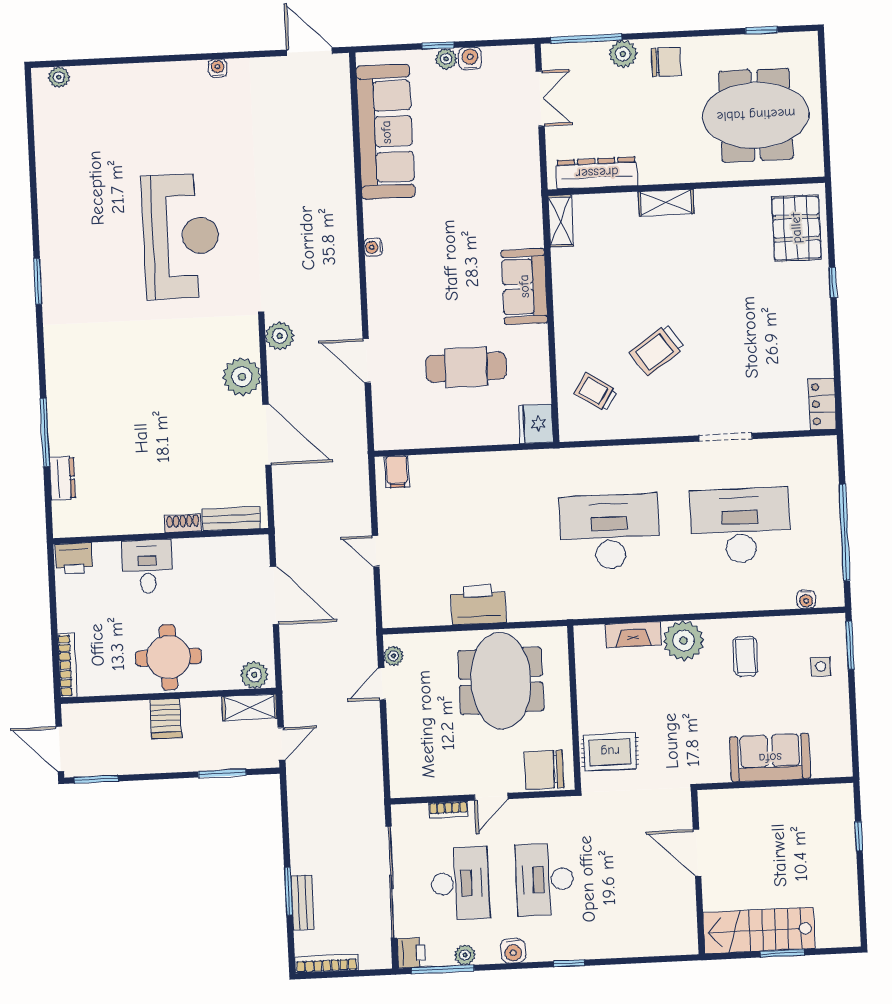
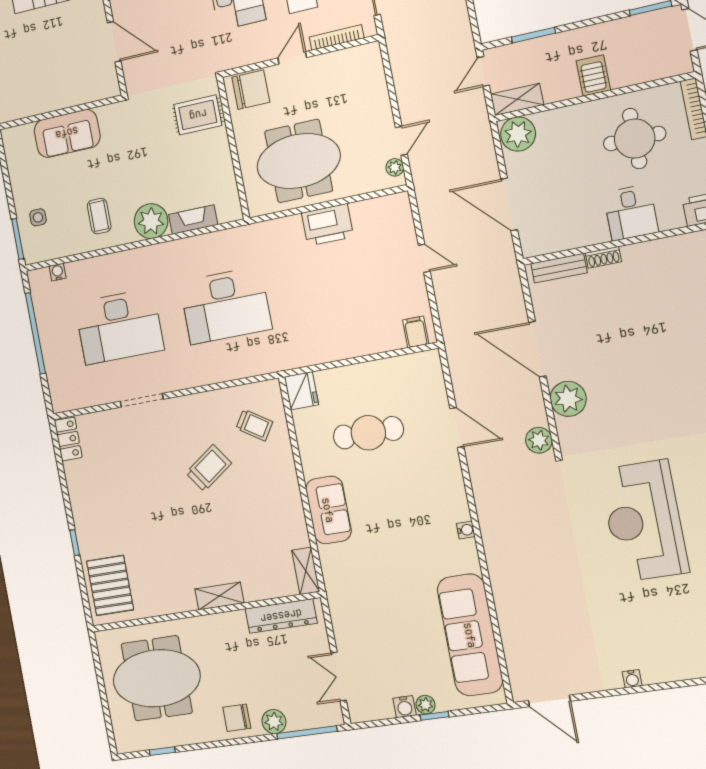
round table: (169, 657) -> (635, 139), moved
plant: (254, 675) -> (518, 134), width x1.36, depth x1.36
meeting table: (501, 681) -> (299, 161), turned 90
bookcase: (448, 810) -> (337, 37), width x1.56

